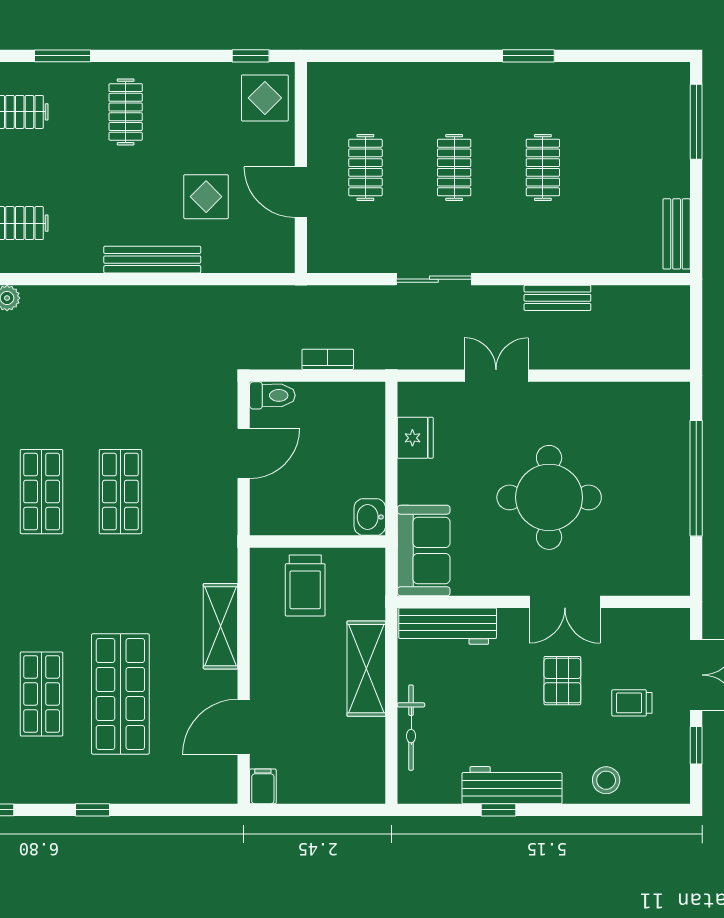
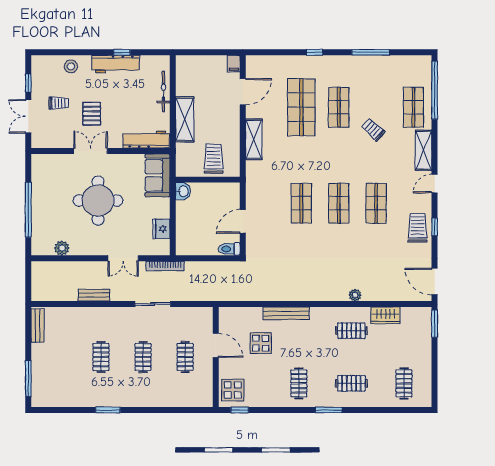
bookcase: (328, 359) -> (165, 266), moved, width x1.56
plant: (625, 397) -> (62, 248), added

